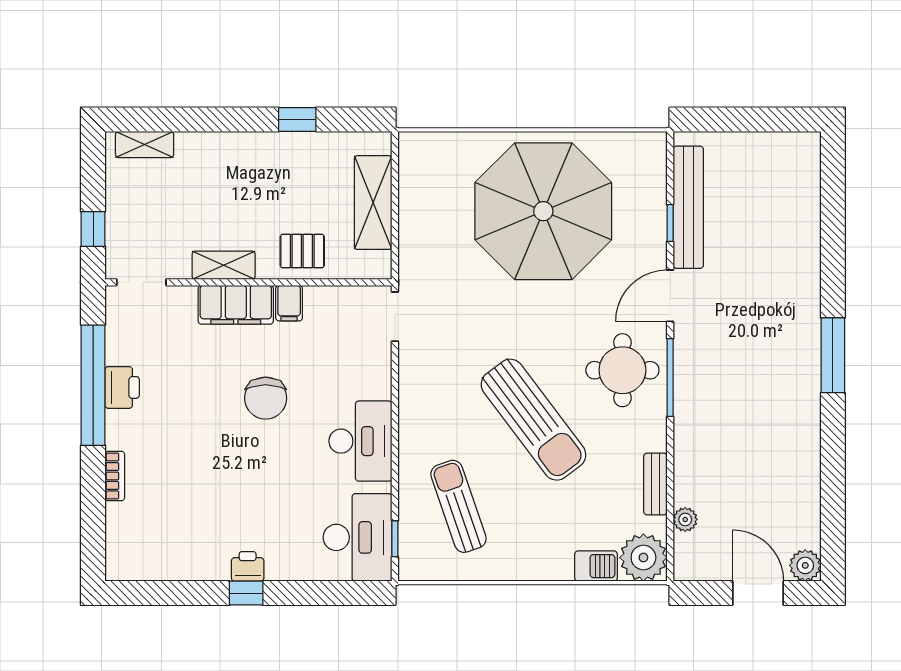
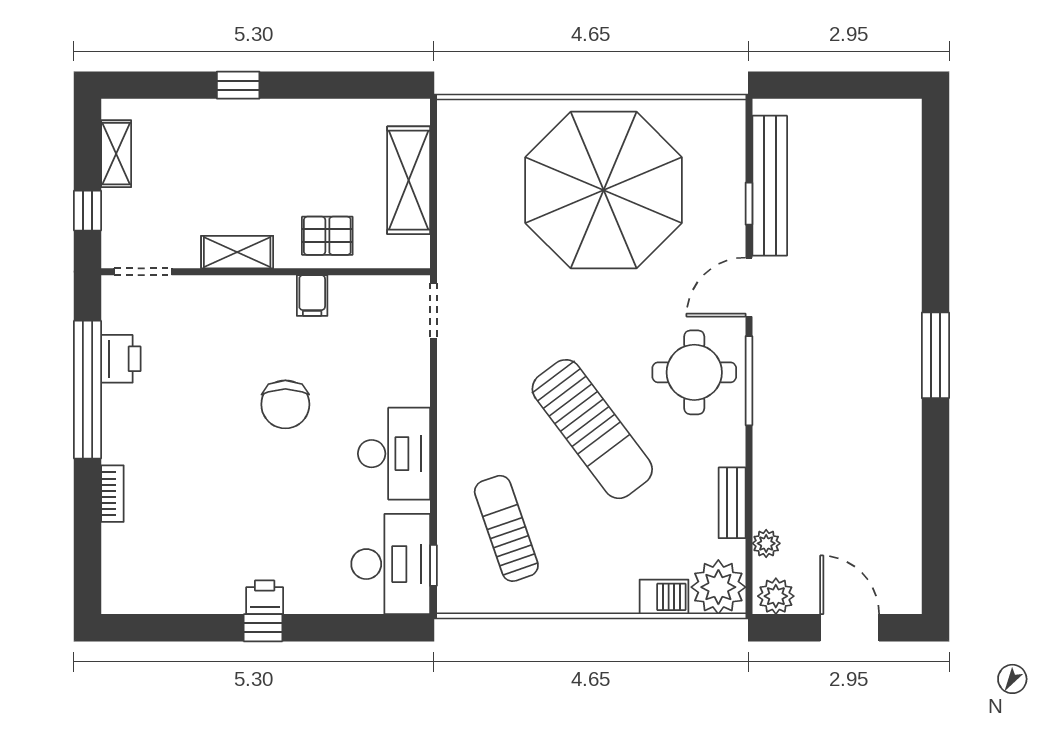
window: (297, 120) -> (238, 85), moved
shelving: (145, 145) -> (116, 154), moved, turned 90
filing cabinet: (236, 305) -> (251, 297), removed
printer: (122, 387) -> (121, 359), moved
plant: (805, 565) -> (776, 596), moved

